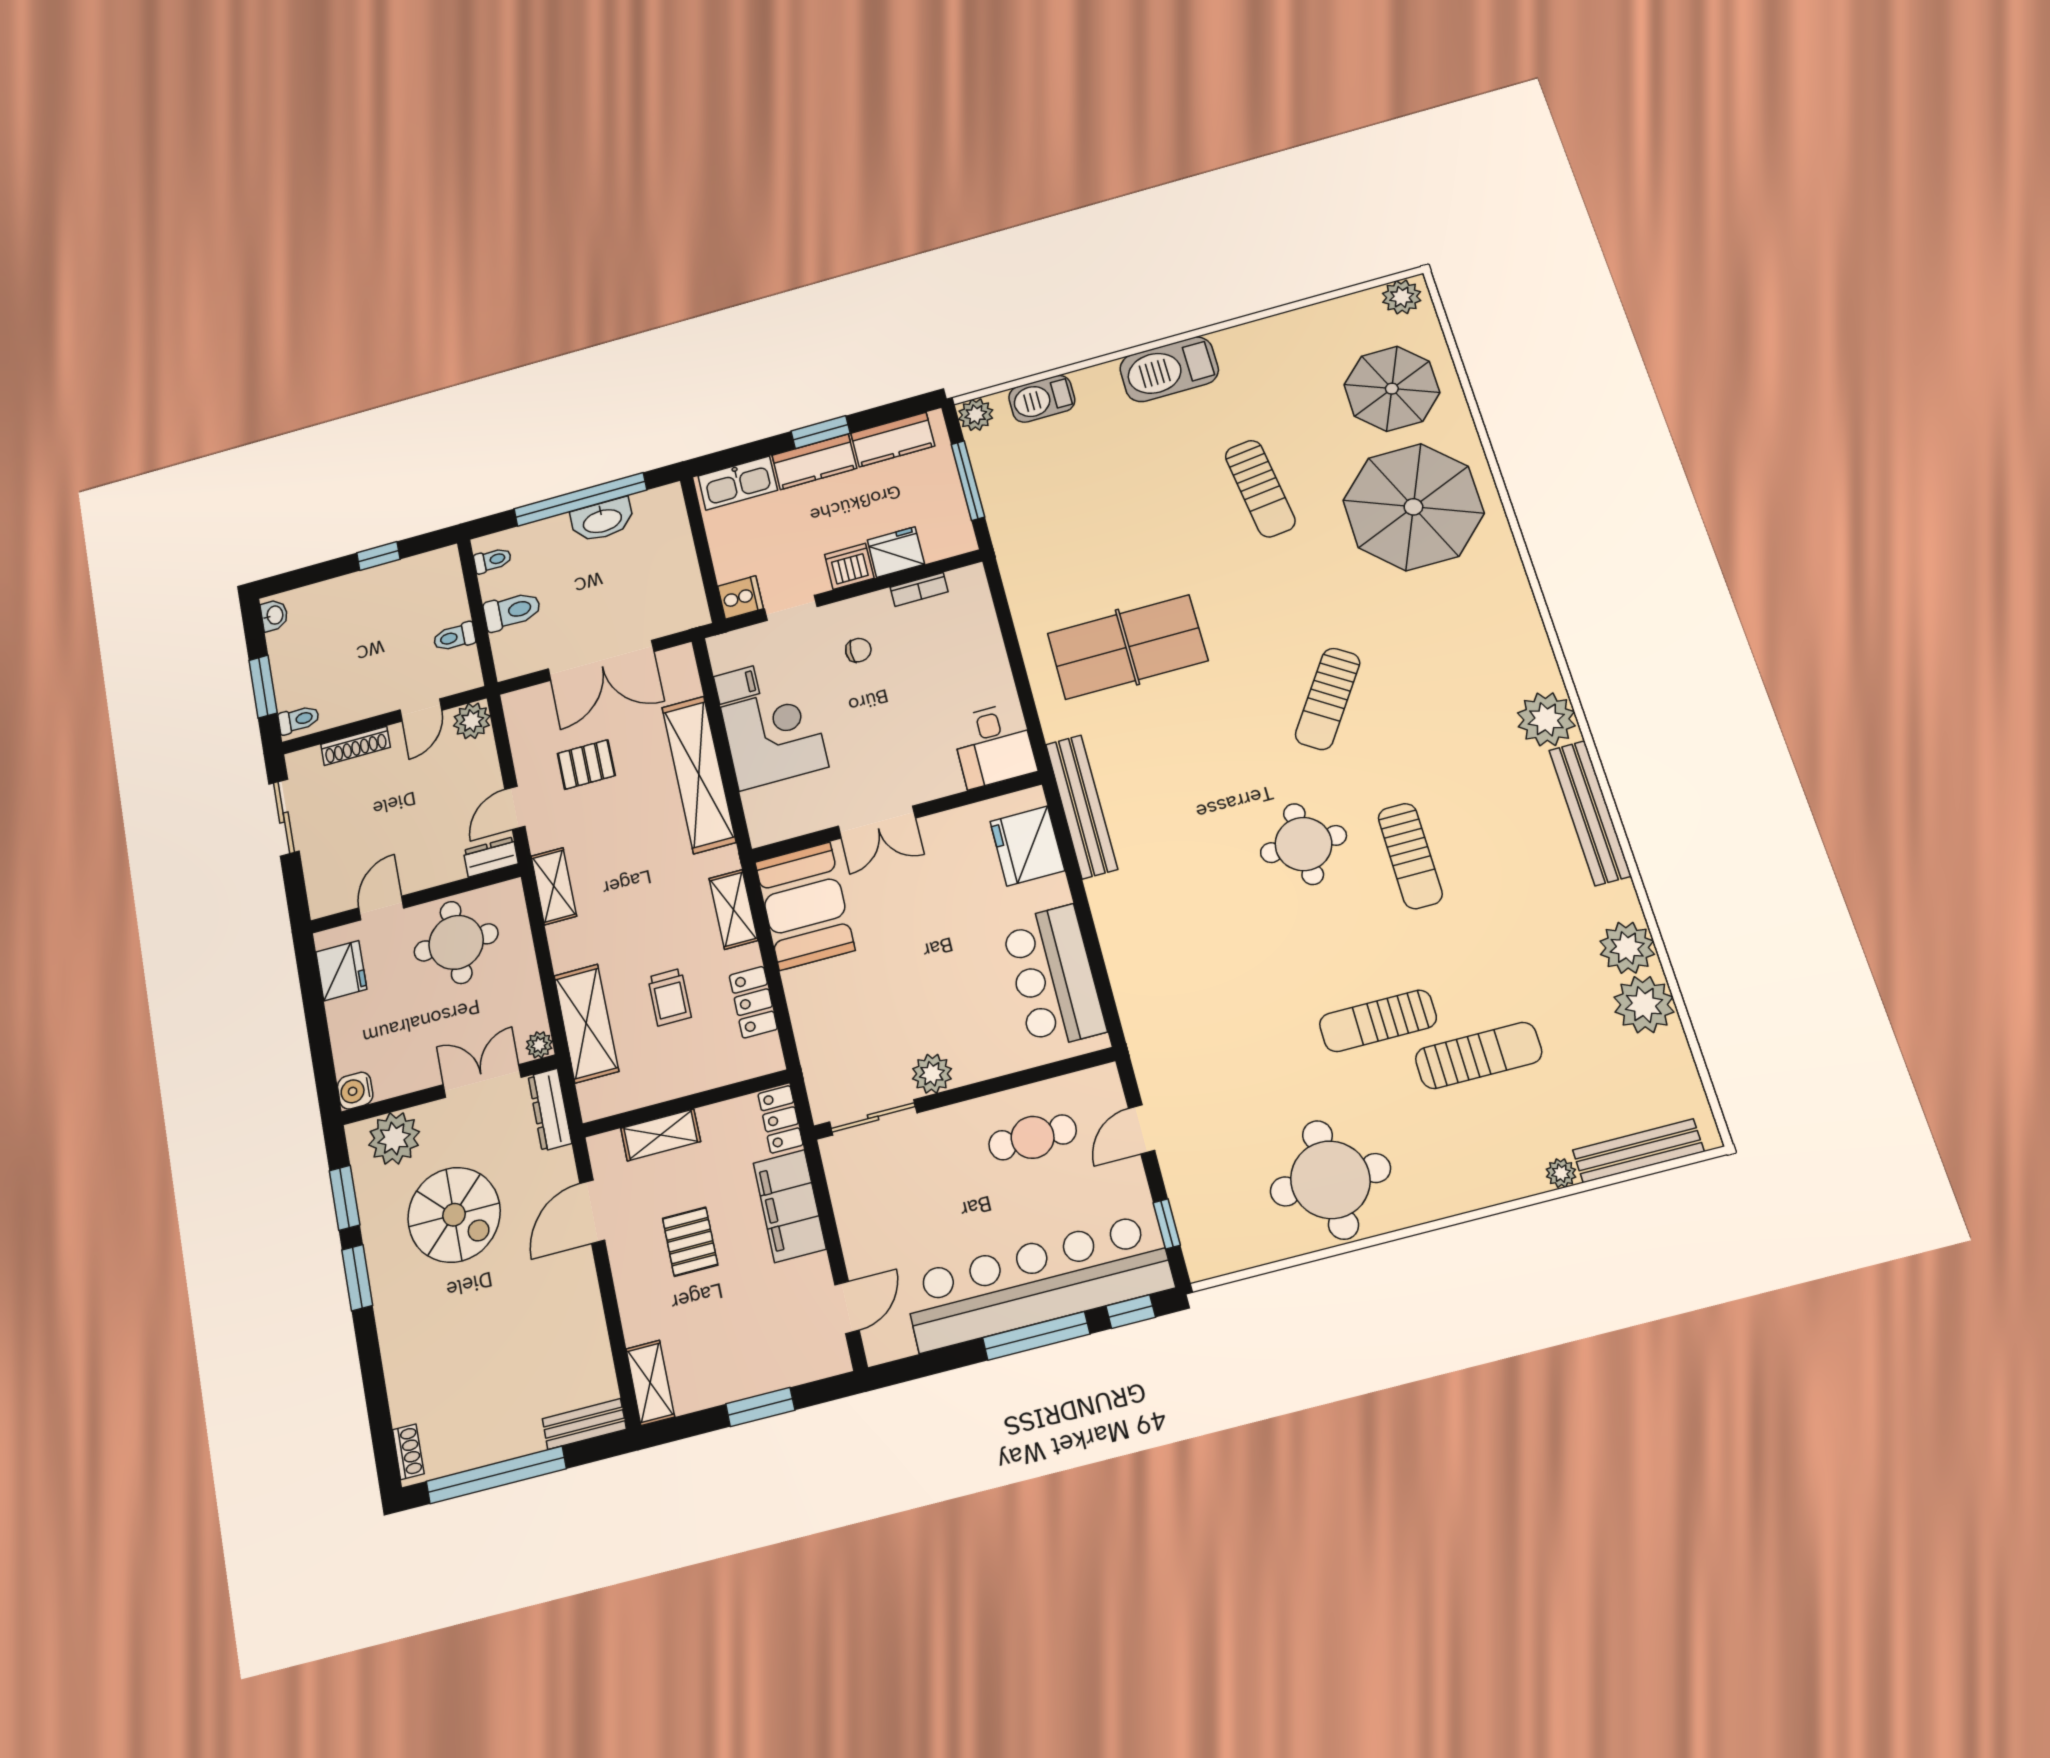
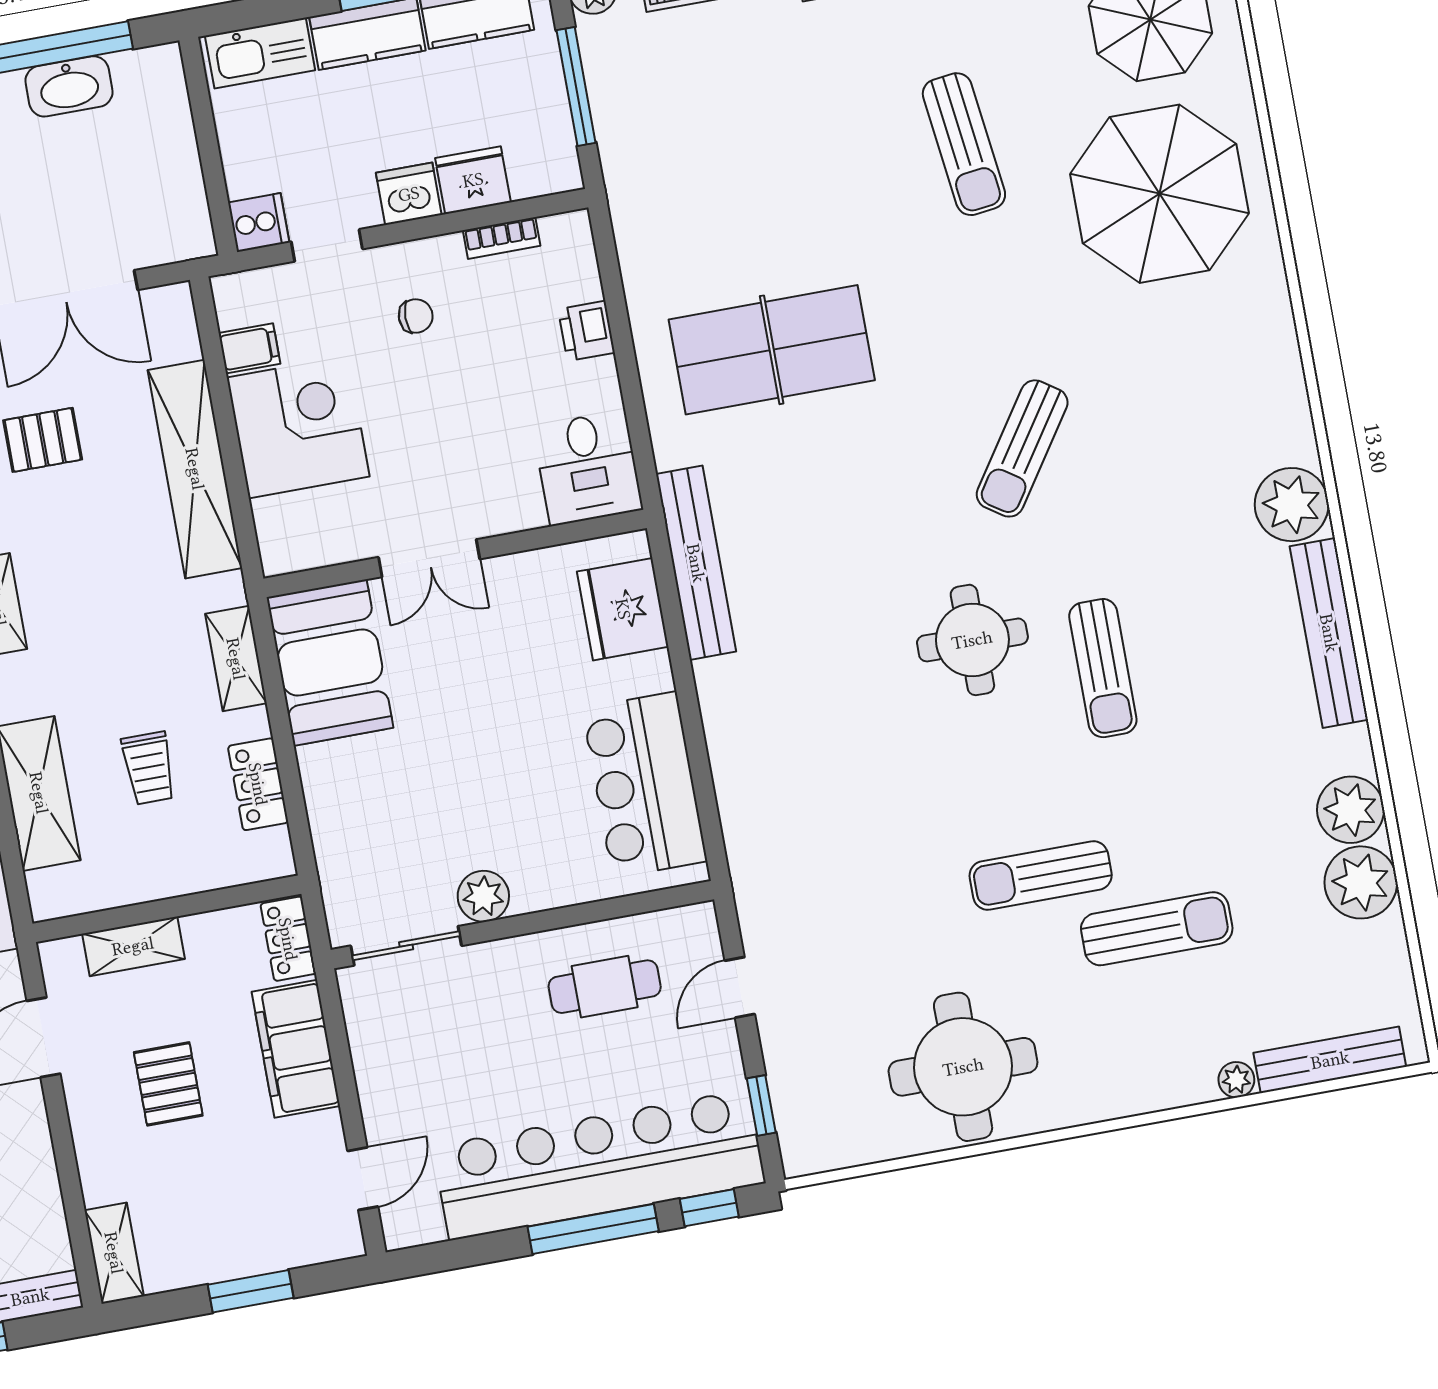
printer: (986, 648) -> (586, 331), added

